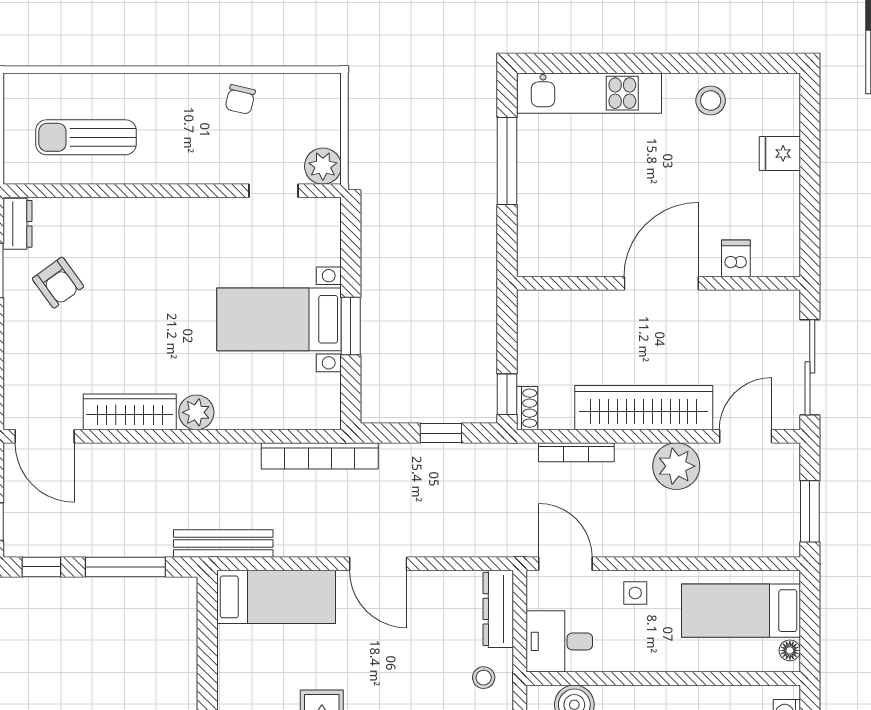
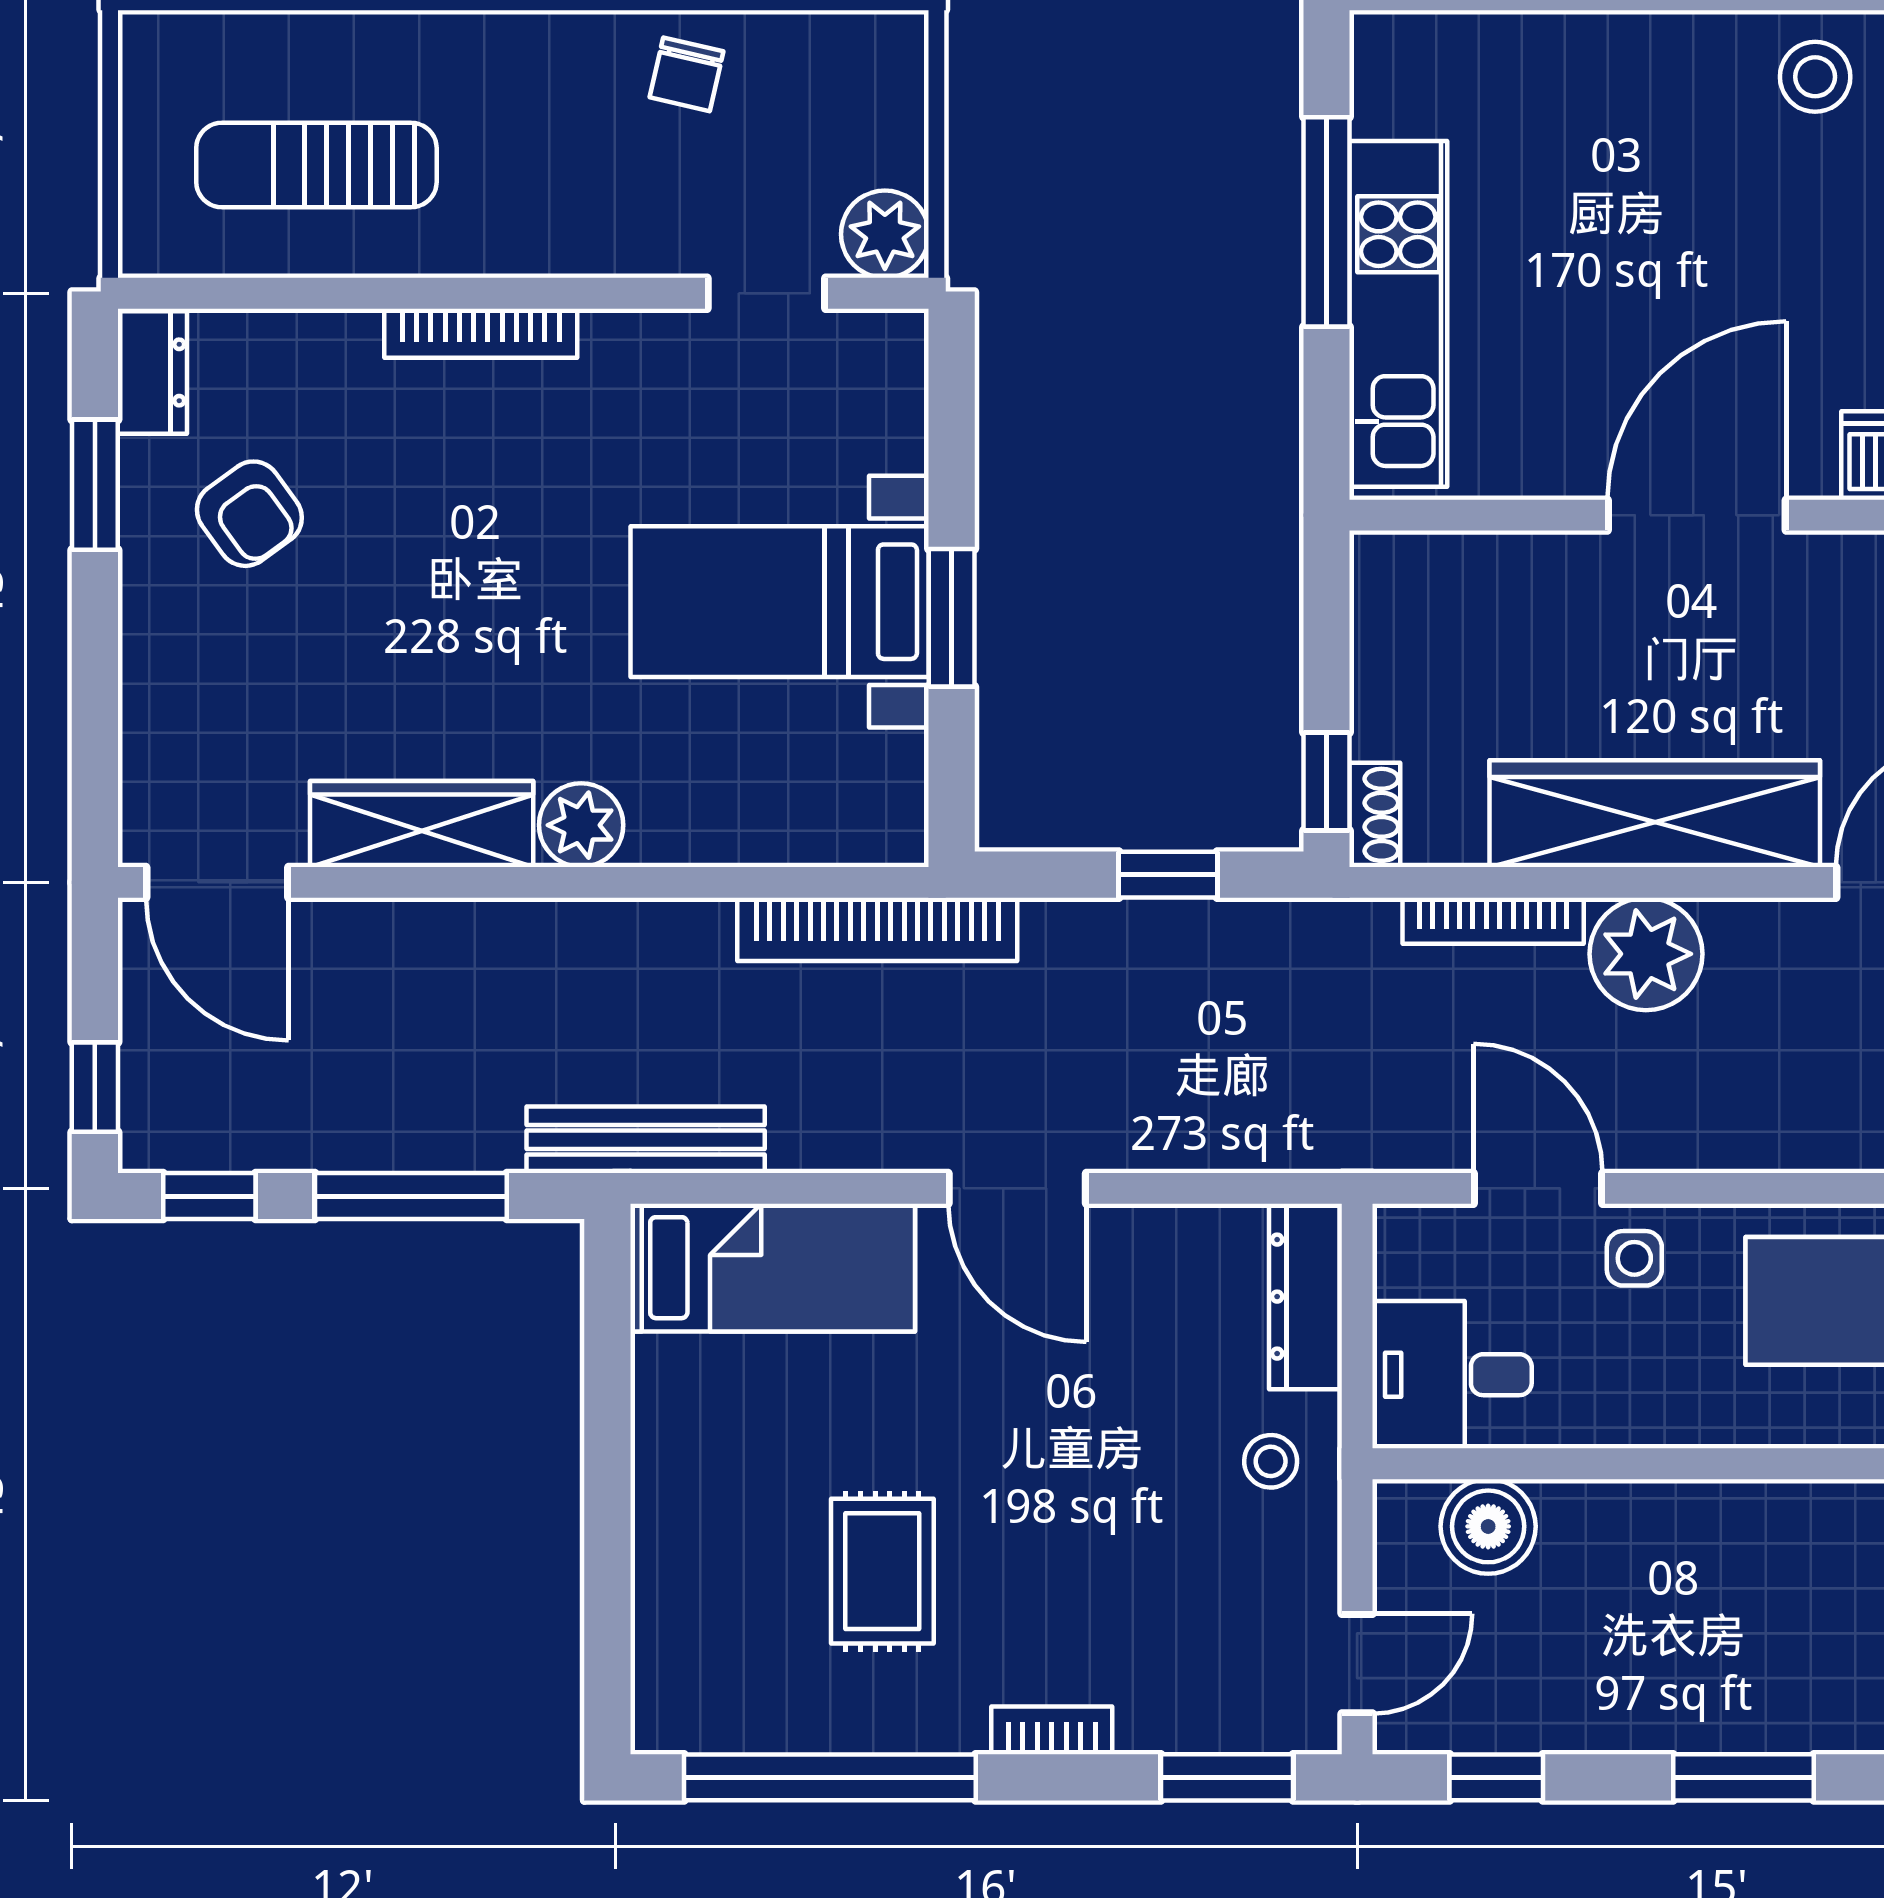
kitchen unit: (589, 93) -> (1398, 314), moved, turned -90
bookcase: (154, 207) -> (481, 333), added
plant: (676, 466) -> (1646, 954), moved
door: (565, 564) -> (1538, 1188), moved

